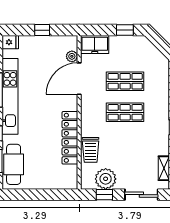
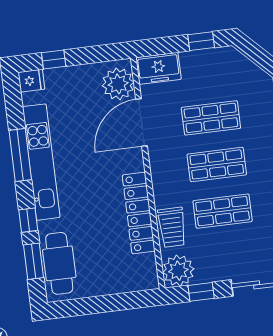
window: (42, 30) -> (54, 59), moved
plant: (72, 56) -> (118, 84), width x1.88, depth x1.88
shop shelf: (125, 143) -> (223, 211), added
plant: (106, 179) -> (178, 271), moved

